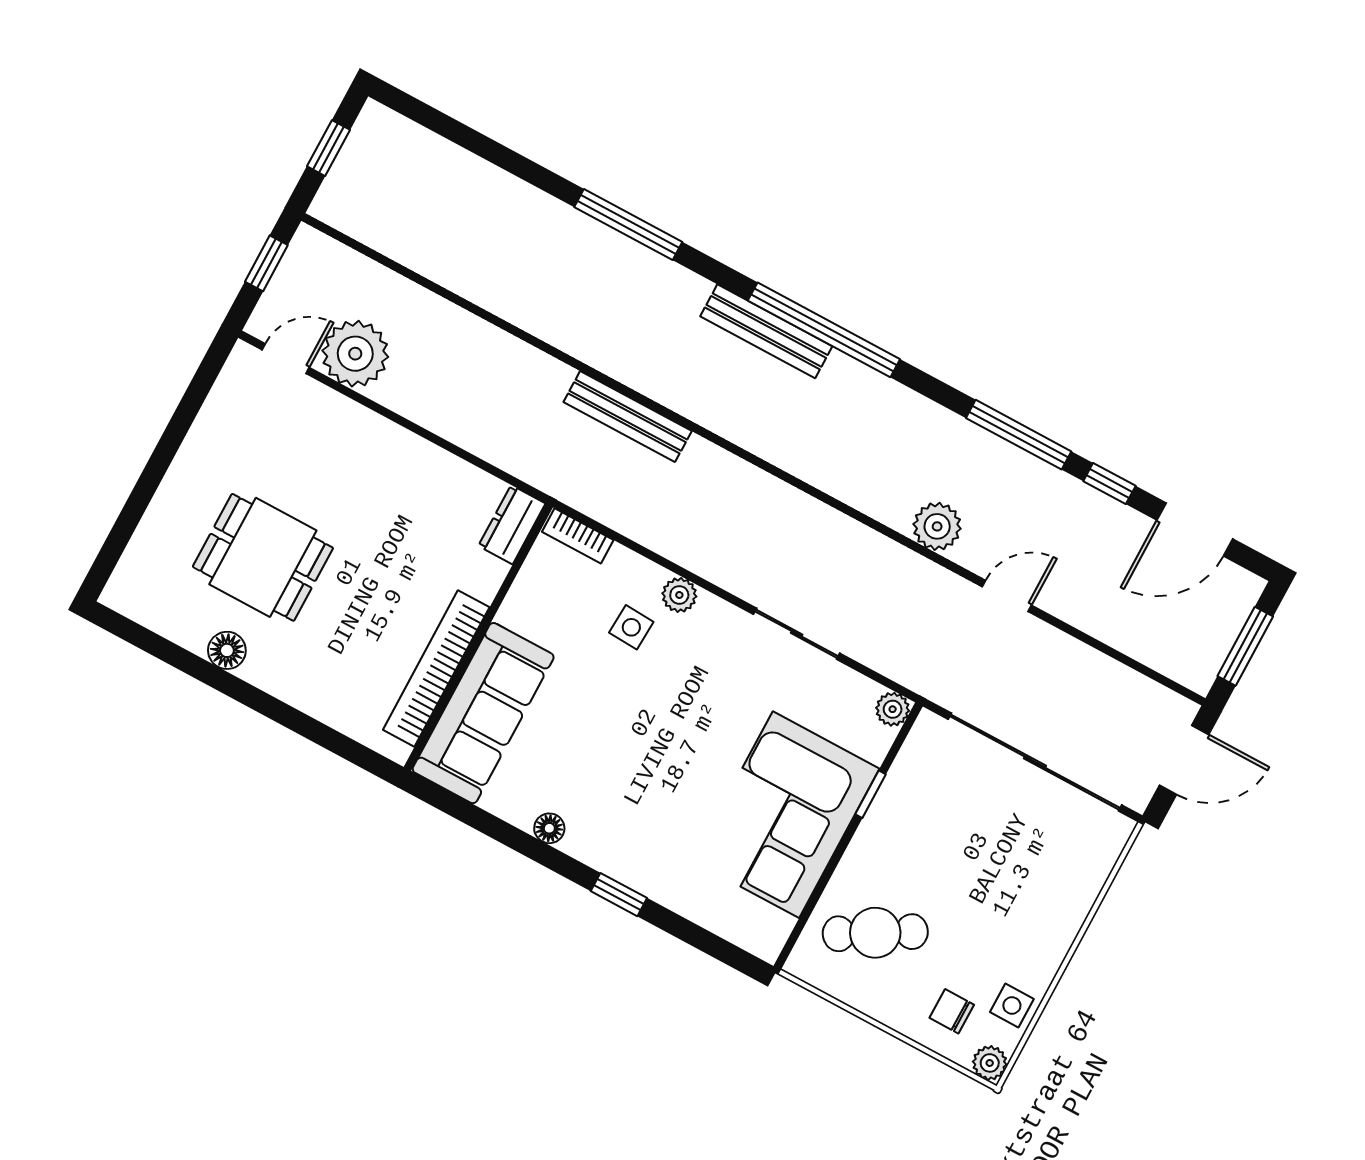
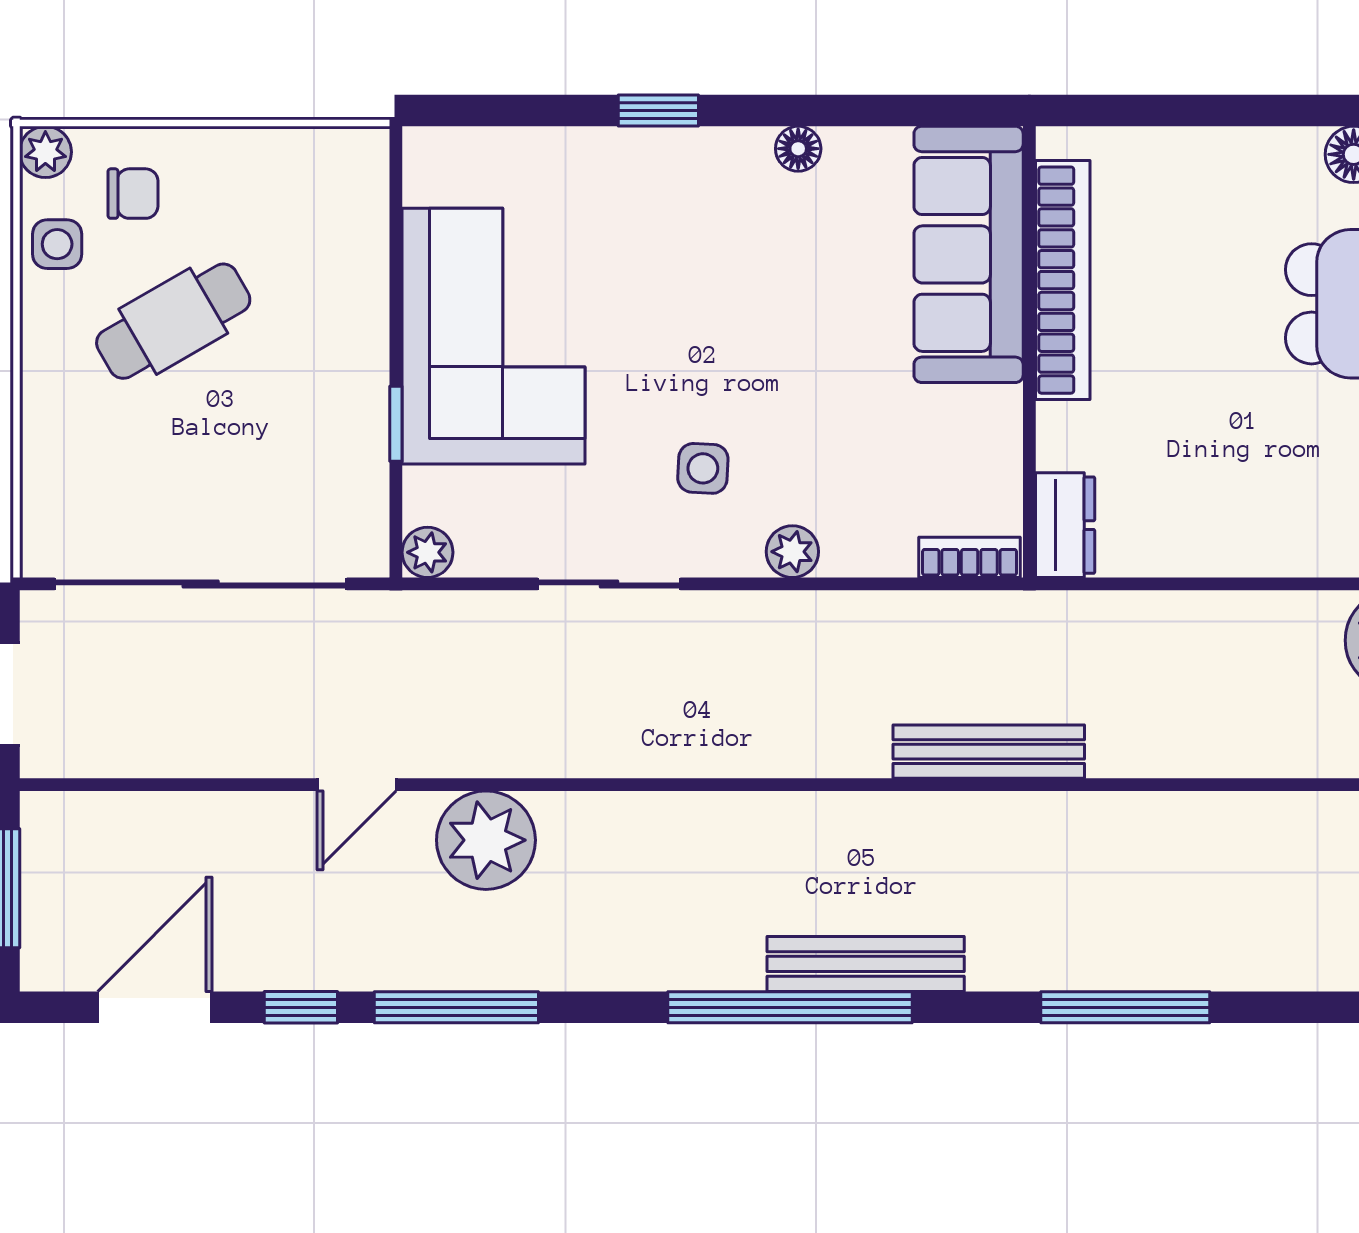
plant: (937, 526) -> (486, 840), width x1.36, depth x1.36
side table: (631, 627) -> (703, 468), moved
cafe table: (875, 933) -> (173, 321), moved

